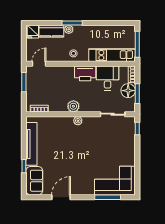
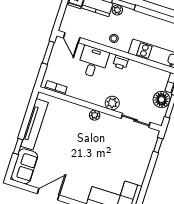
door: (39, 64) -> (72, 38), swing flipped
printer: (85, 73) -> (121, 62), width x0.53, depth x0.68
desk: (108, 78) -> (93, 62), moved
plant: (73, 106) -> (112, 103), moved

